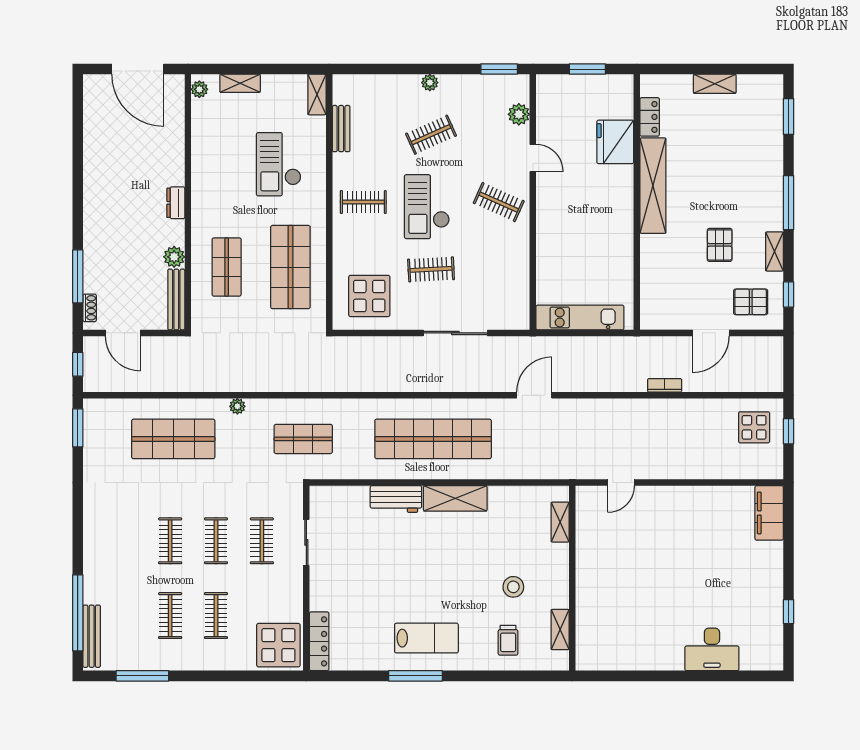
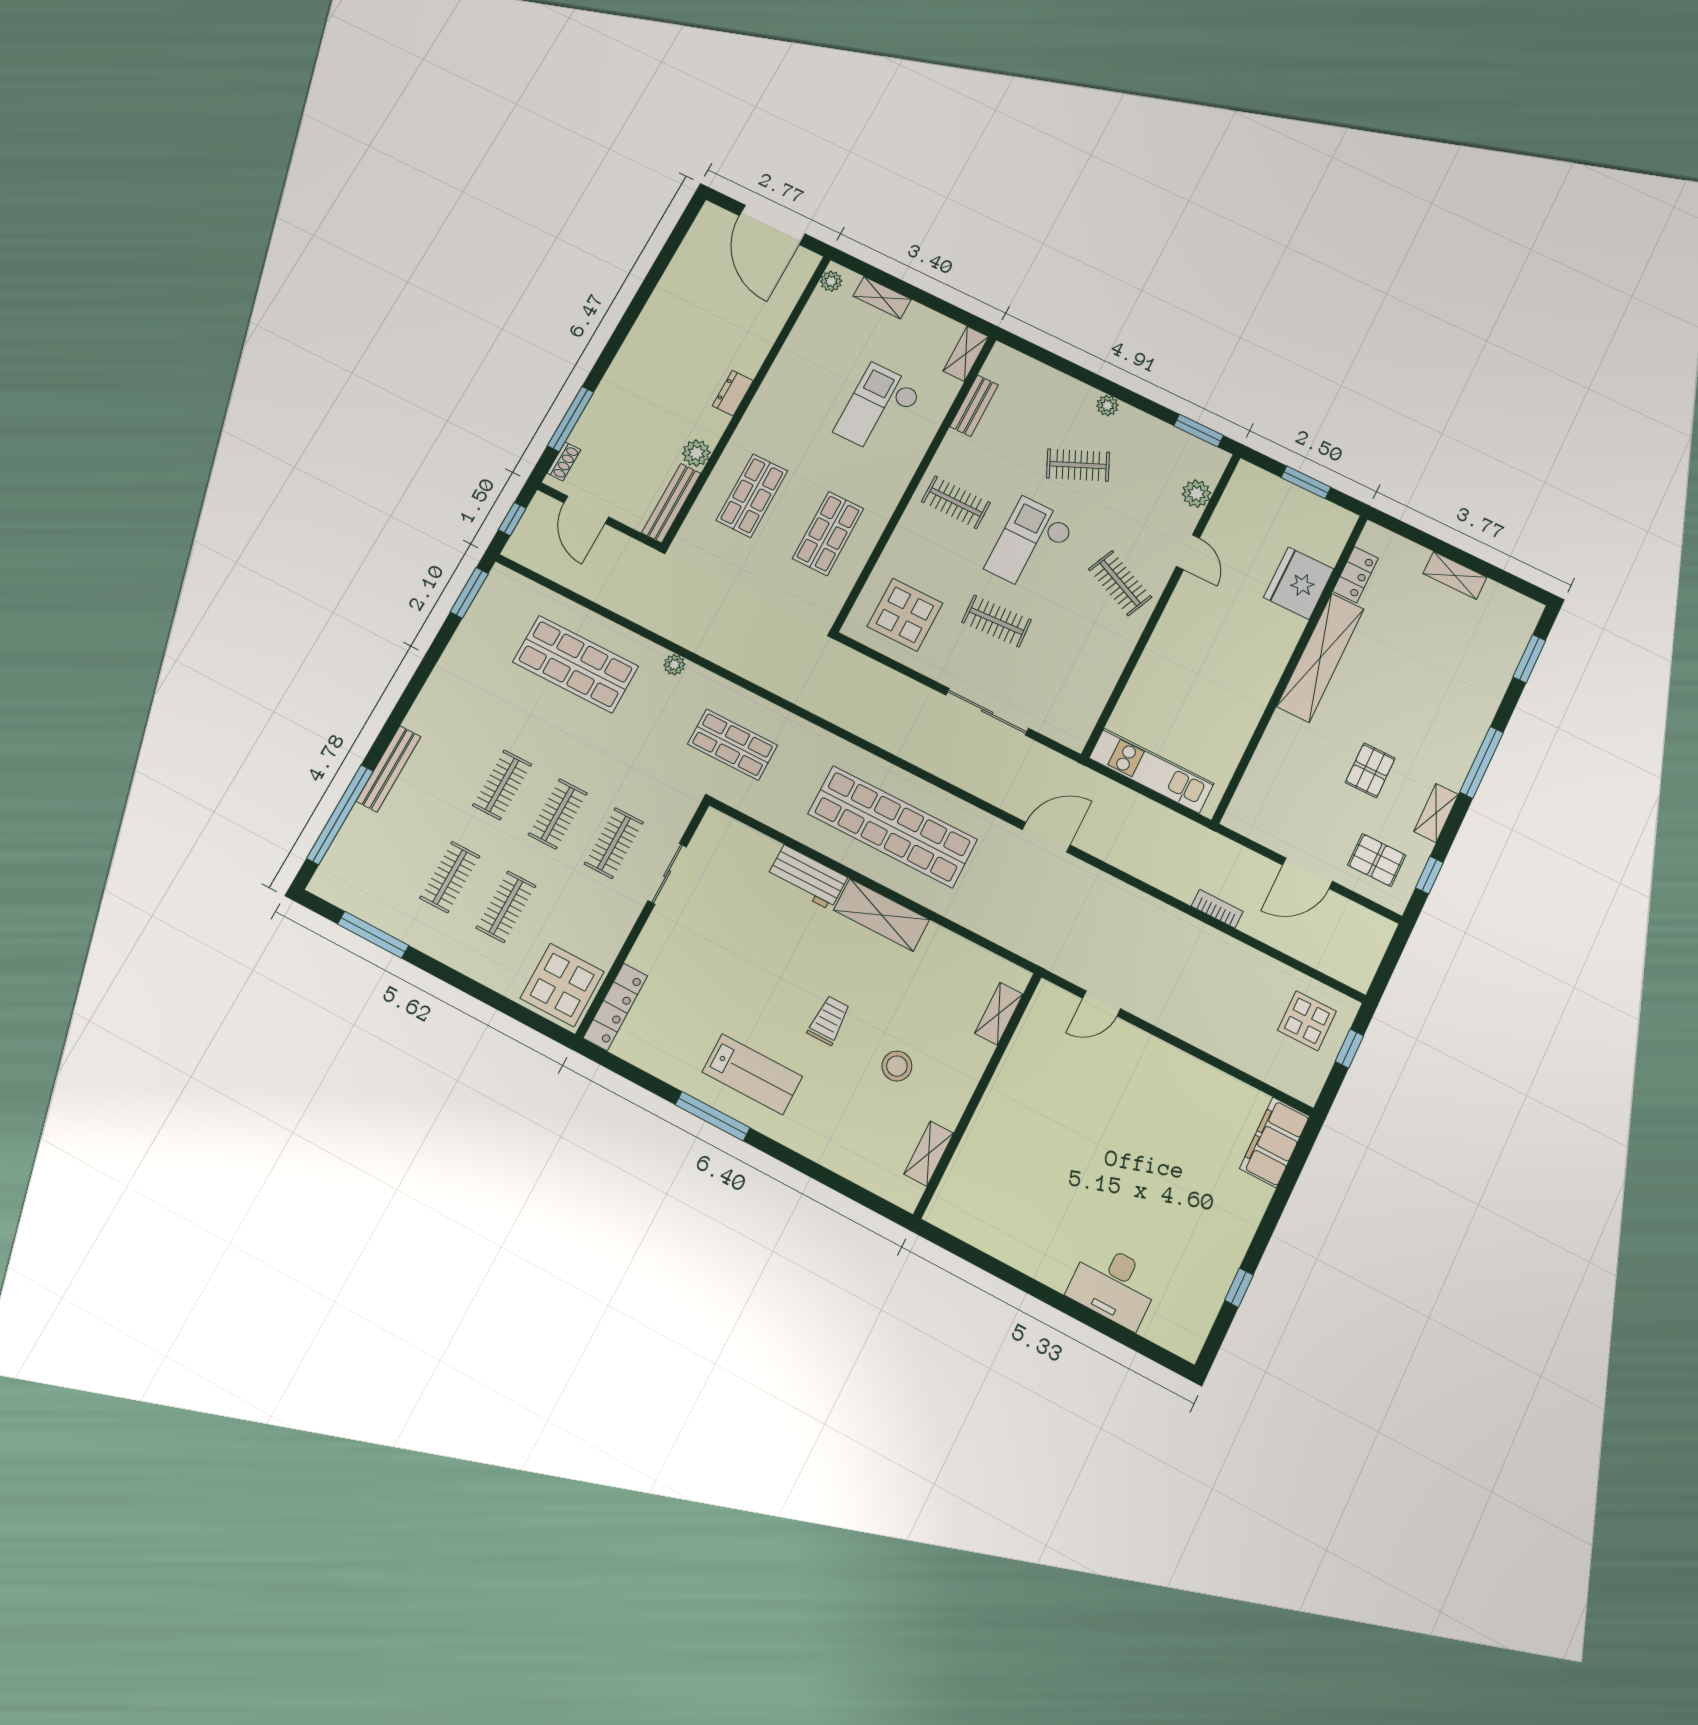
shop shelf: (290, 267) -> (828, 534), width x0.70, depth x0.74
bench: (92, 636) -> (388, 769), moved
trolley: (508, 640) -> (829, 1020), moved, turned 180

